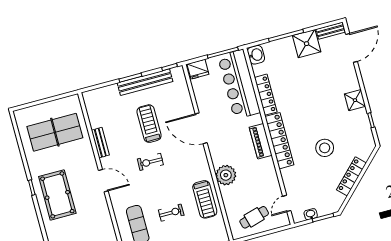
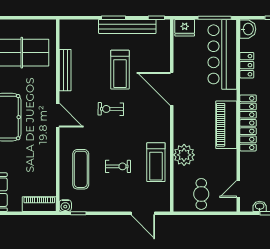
locker: (266, 95) -> (247, 65), width x0.66
treadmill: (149, 124) -> (120, 70), turned 180
piano: (261, 141) -> (226, 125), width x1.37, depth x1.33
bench: (100, 143) -> (65, 70), width x1.36
plant: (226, 175) -> (184, 155), moved
cafe table: (254, 217) -> (201, 194), turned -74

